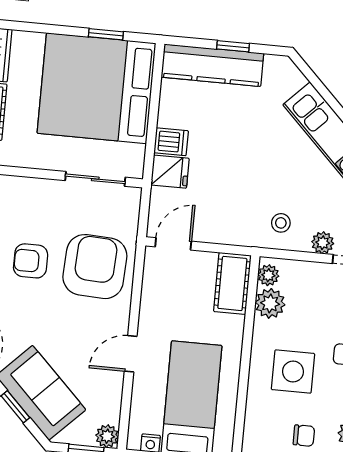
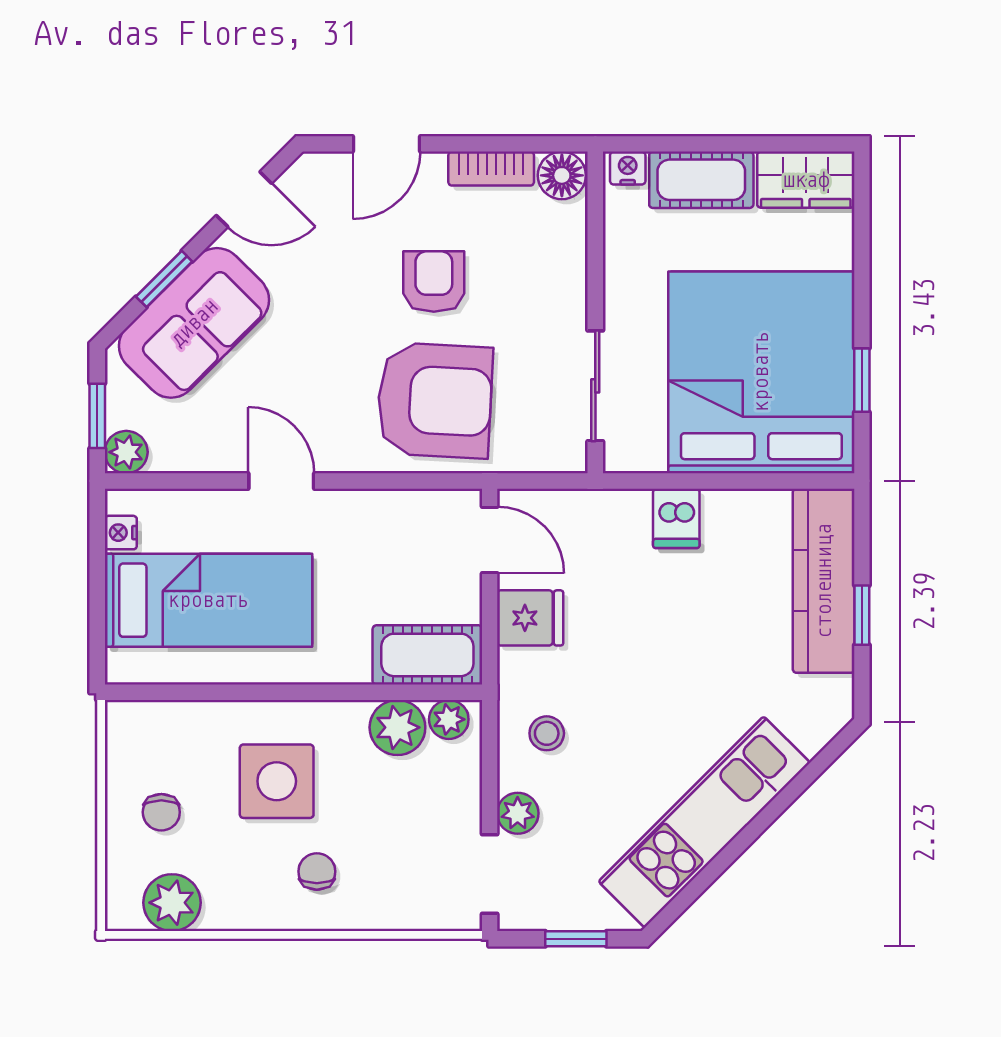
fridge: (170, 172) -> (530, 618), moved, turned -90

